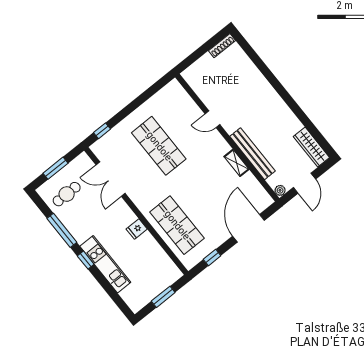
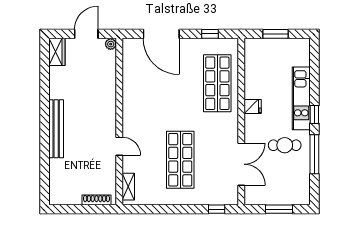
shoe rack: (222, 46) -> (96, 200), moved
wardrobe: (311, 147) -> (57, 52), width x0.67
bench: (253, 154) -> (56, 129), moved
shelving: (237, 163) -> (128, 187), moved
cafe table: (67, 194) -> (285, 145), moved
door: (248, 228) -> (161, 34), hinge flipped

